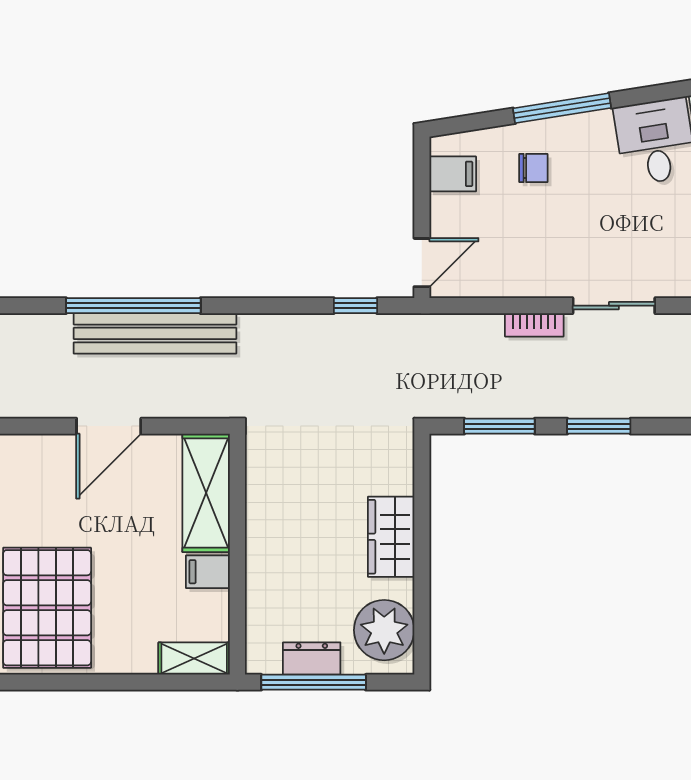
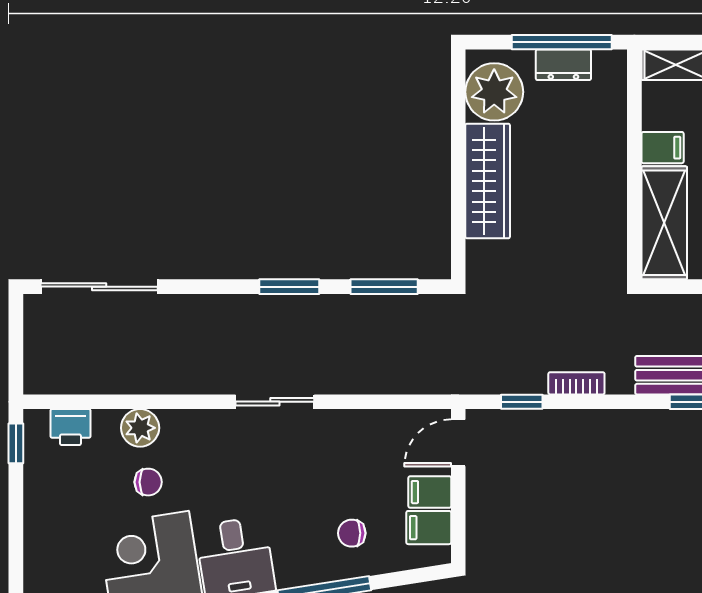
filing cabinet: (452, 211) -> (430, 492), added
bookcase: (534, 325) -> (576, 383), moved
wardrobe: (391, 537) -> (488, 181), width x1.50

